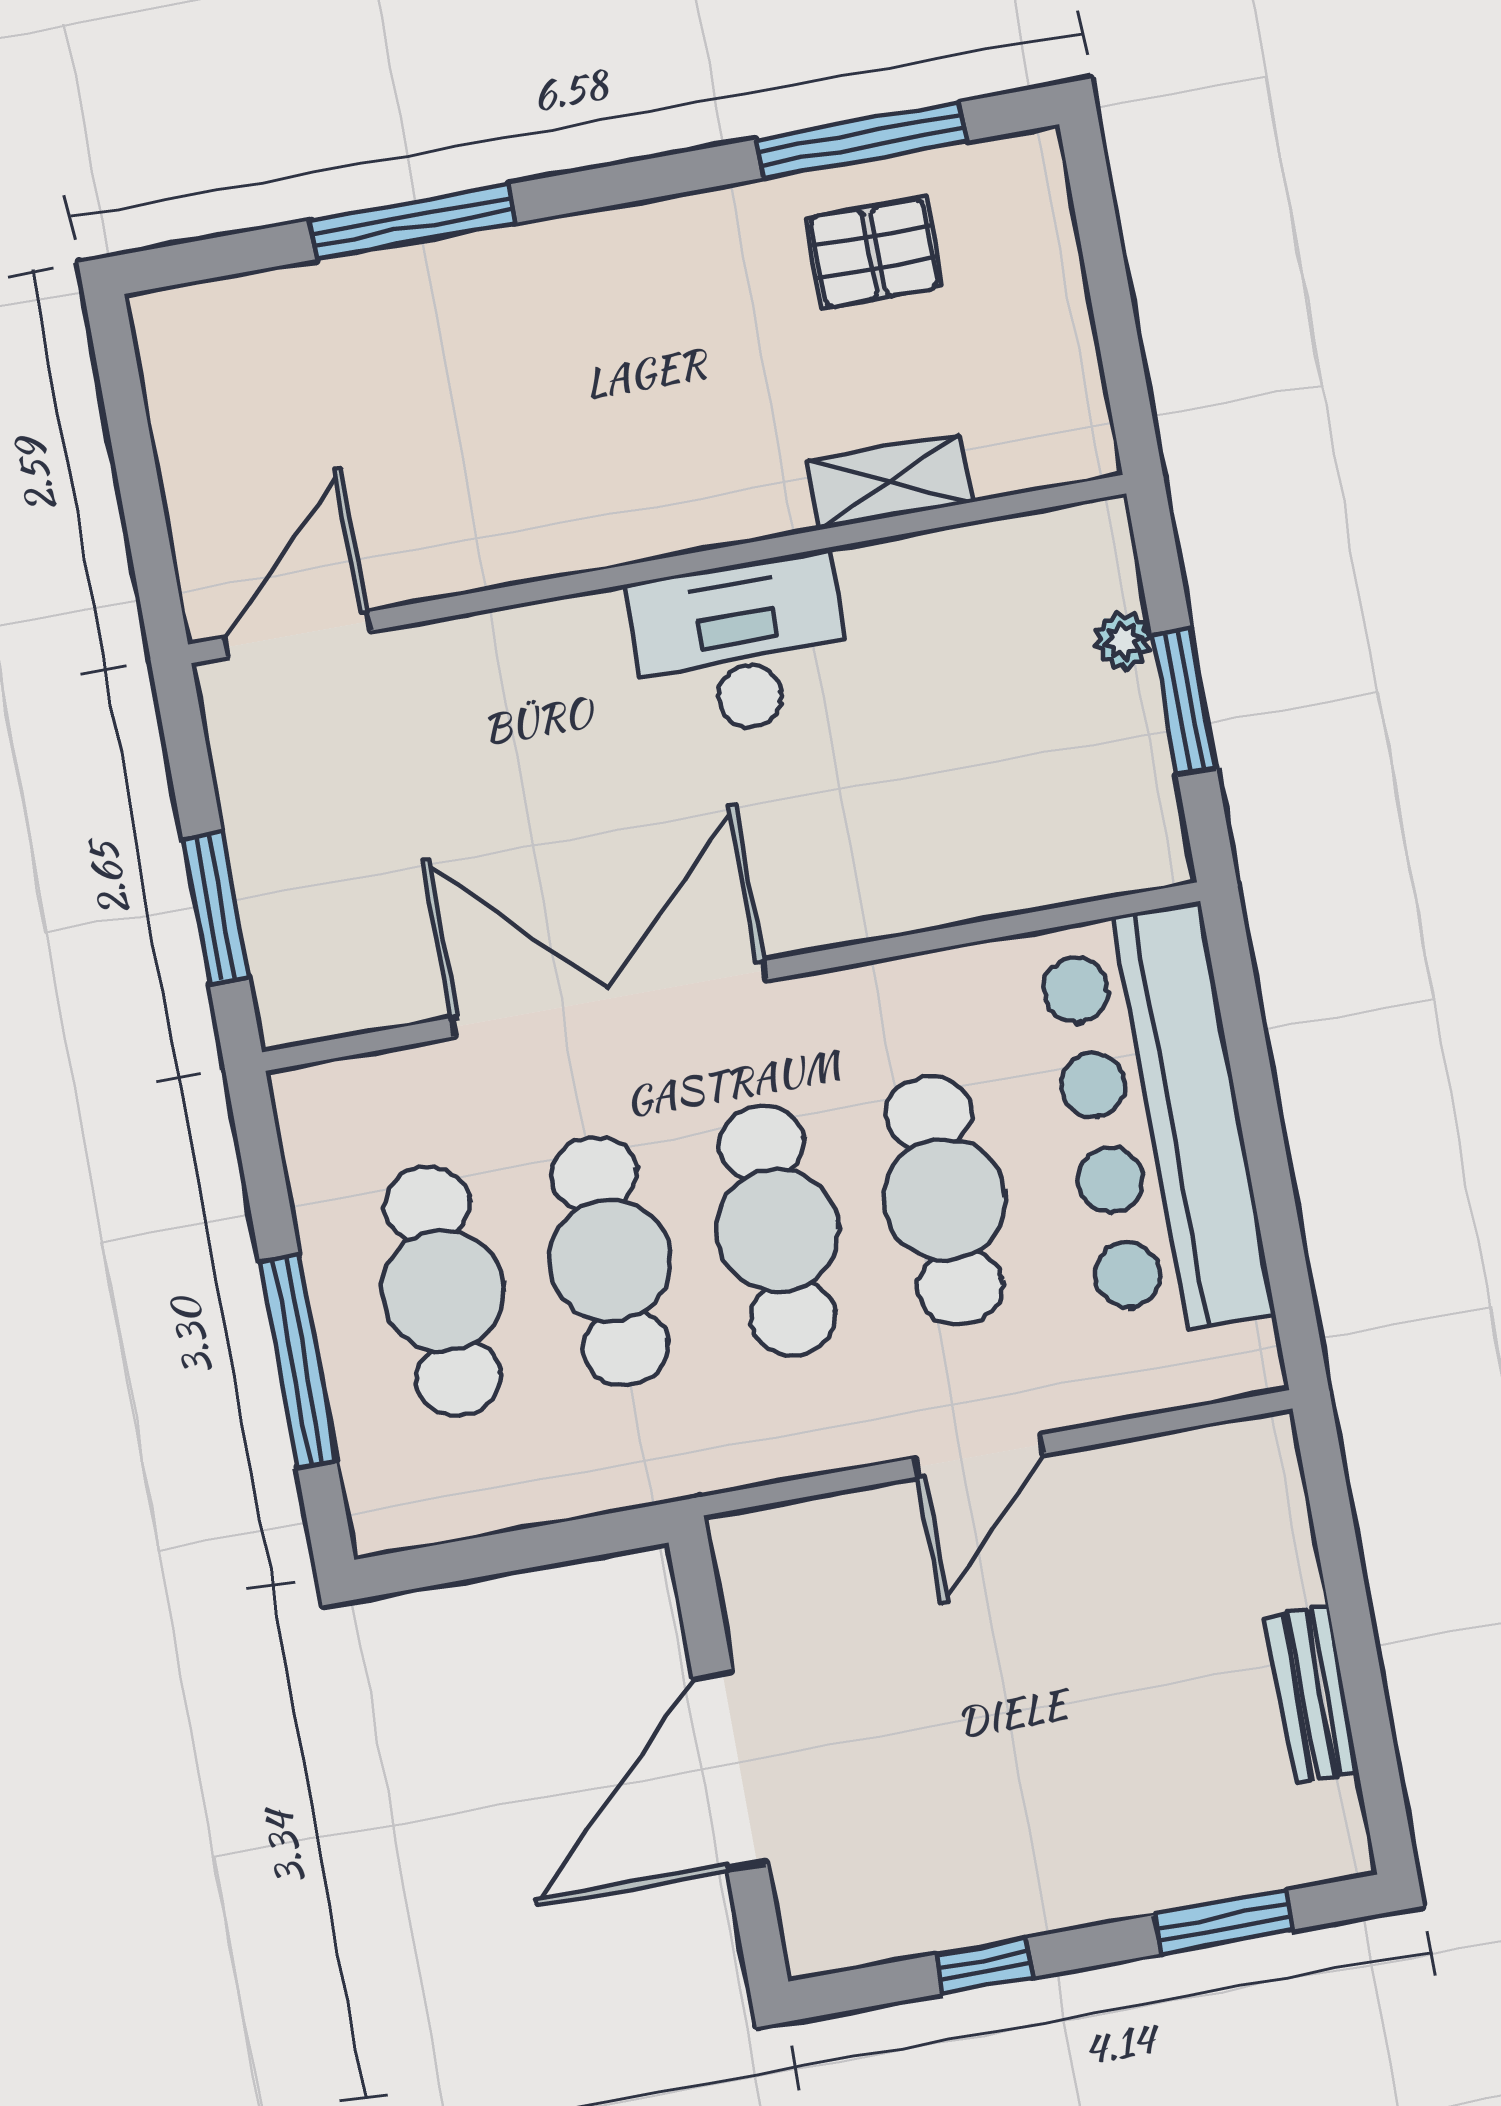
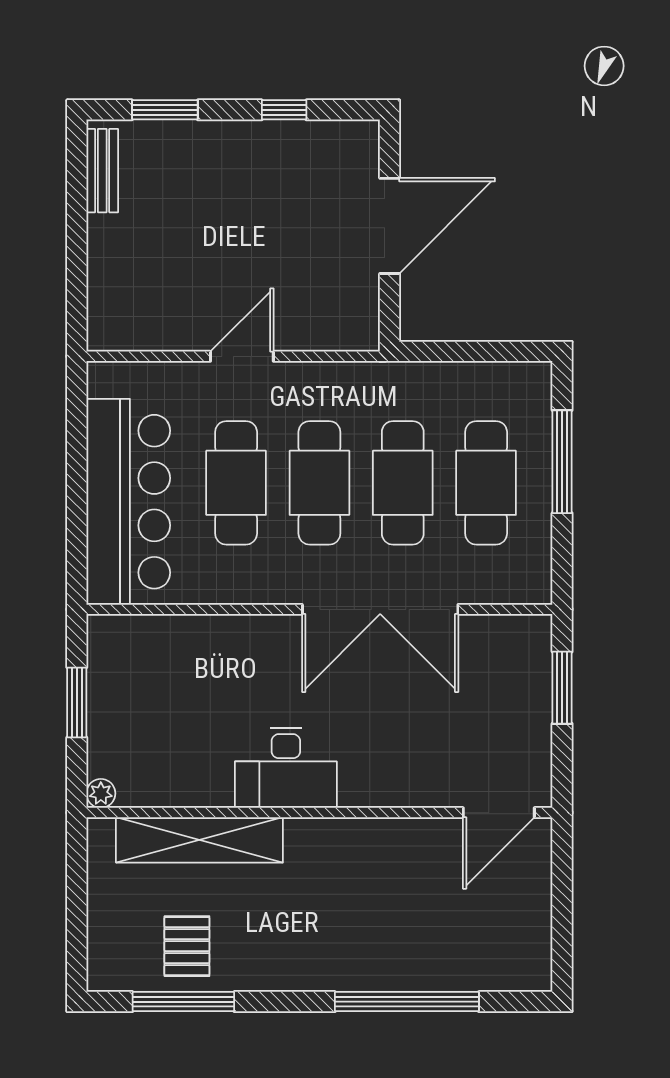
window: (413, 222) -> (407, 1002), width x1.46
pallet: (874, 253) -> (187, 946), turned 90
shelving: (890, 482) -> (199, 840), width x2.20, depth x1.33
plant: (1123, 641) -> (101, 793), moved
bench: (1312, 1695) -> (102, 171), moved

